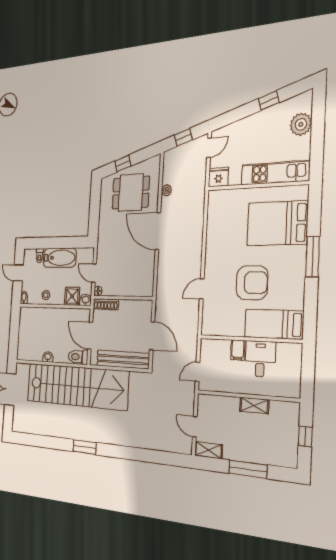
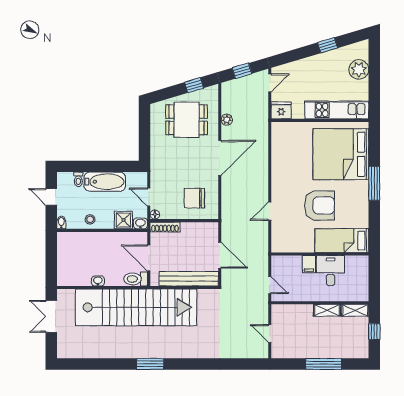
window: (123, 164) -> (194, 85), moved
bed: (277, 223) -> (341, 154), width x1.36
door: (158, 231) -> (220, 158), swing flipped
chair: (133, 274) -> (194, 198), added
door: (198, 372) -> (270, 285), swing flipped
shelving: (208, 450) -> (355, 310), moved

